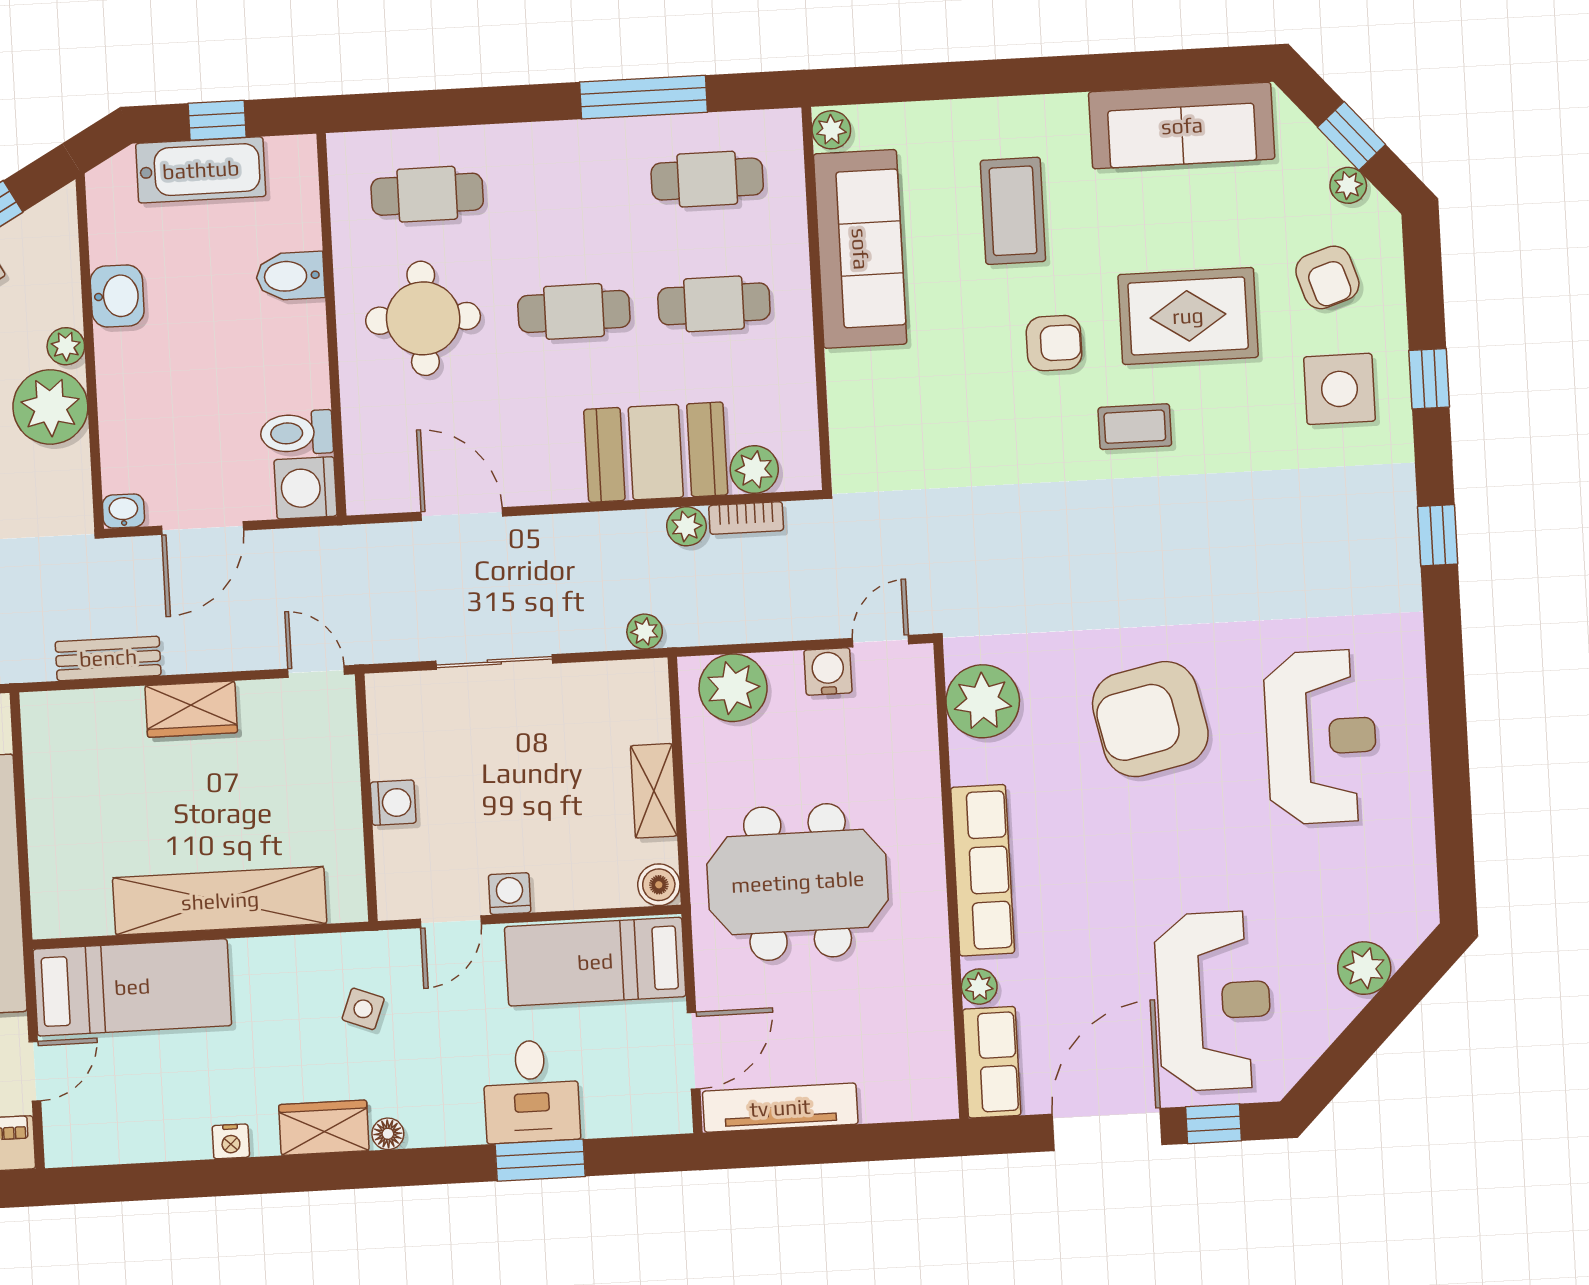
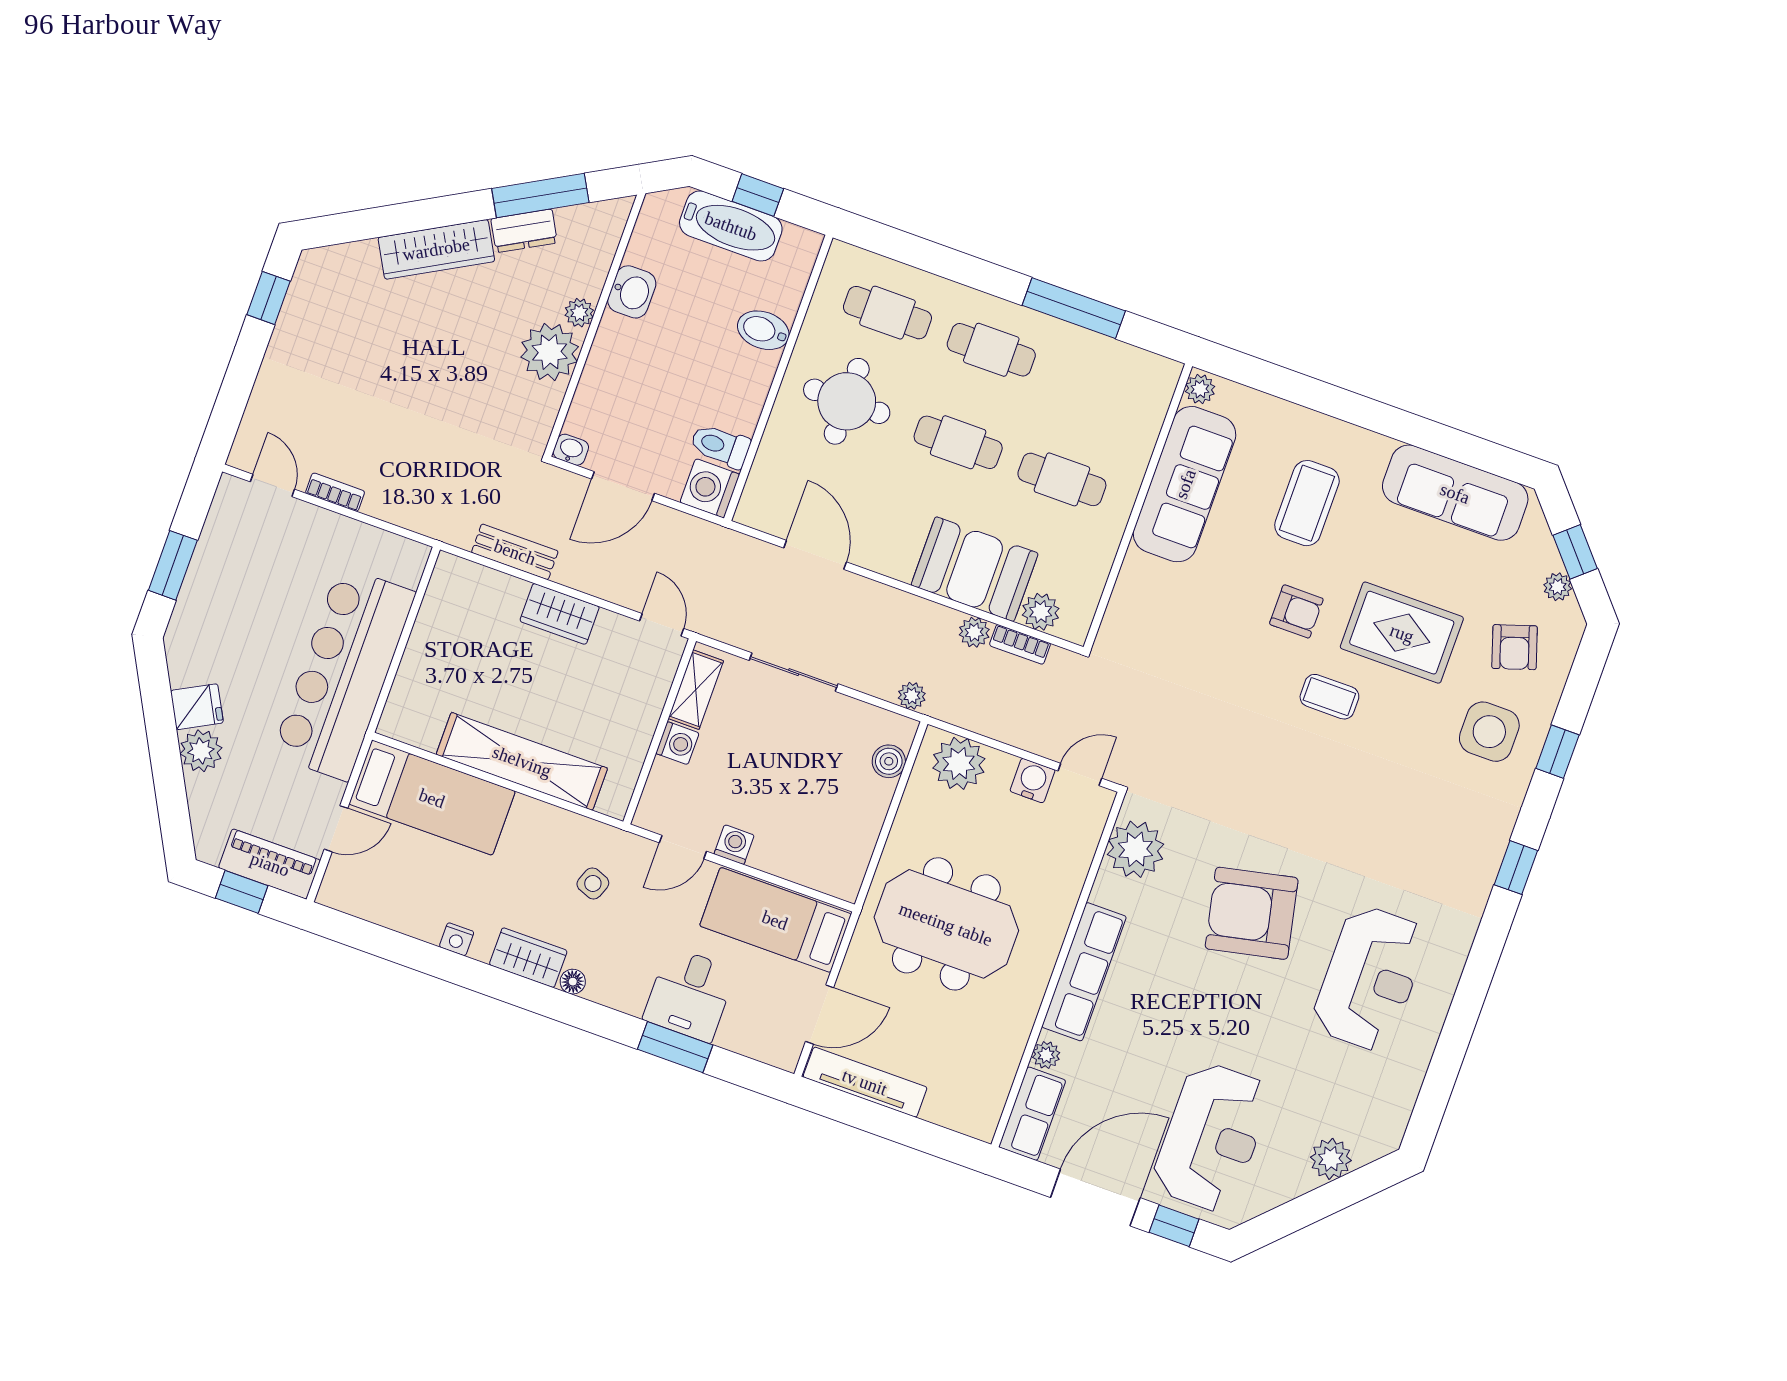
cafe table: (707, 179) -> (991, 350), moved
shelving: (654, 791) -> (696, 690), moved
boiler: (659, 885) -> (889, 761), moved

